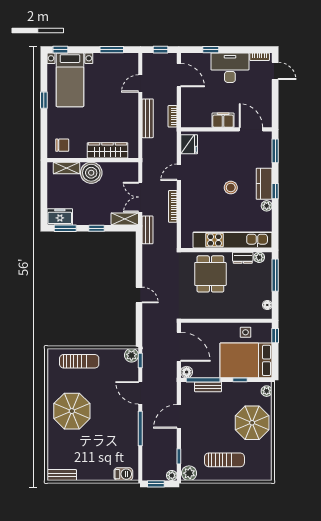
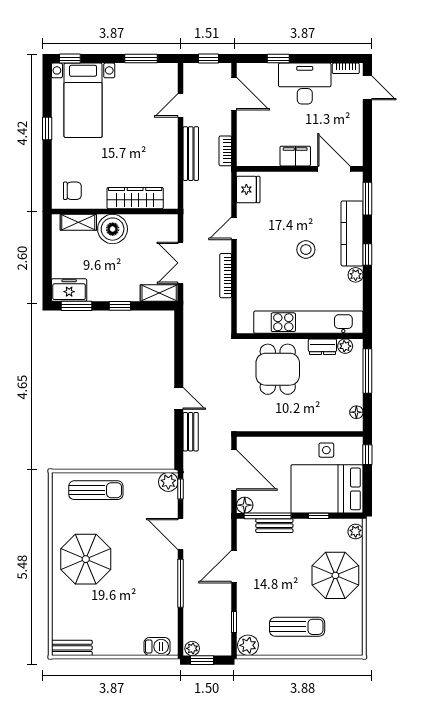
kitchen counter: (264, 184) -> (352, 233), width x1.50
bench: (148, 230) -> (191, 432), moved
plant: (172, 475) -> (192, 648), moved

